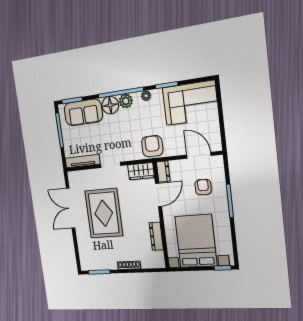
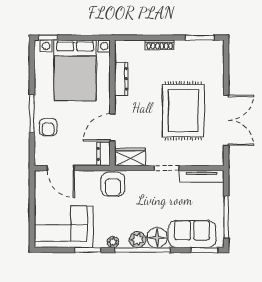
armchair: (203, 187) -> (48, 127), moved

